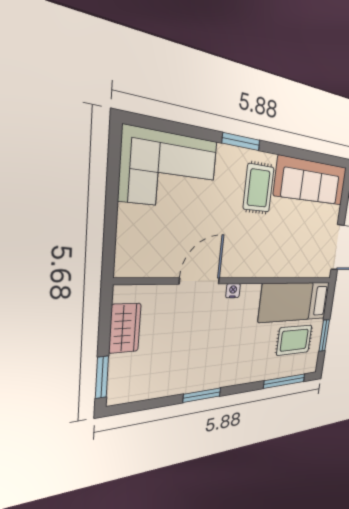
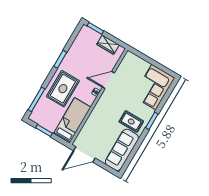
door: (200, 281) -> (108, 80), swing flipped
rug: (294, 340) -> (63, 89), moved, width x1.36, depth x1.43

